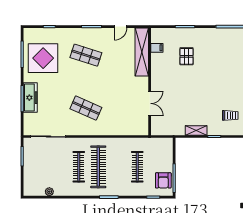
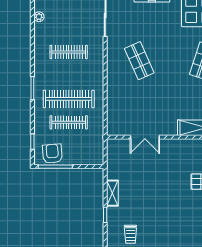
shop shelf: (86, 108) -> (139, 61), turned -48
clothes rail: (98, 167) -> (69, 99), moved
armchair: (163, 180) -> (52, 154), turned 85

